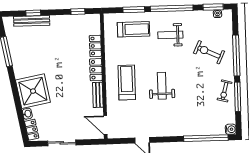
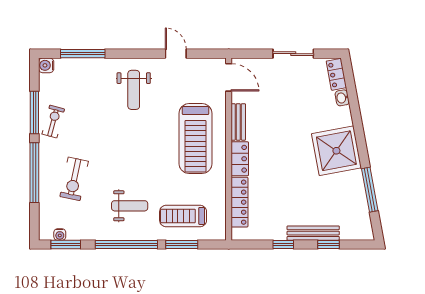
window: (78, 11) -> (283, 245), moved
bench: (32, 21) -> (313, 233), moved
locker: (95, 46) -> (240, 202), width x1.53
exercise bike: (209, 52) -> (74, 179), turned 77
treadmill: (127, 83) -> (196, 139), width x1.37, depth x1.38
weight bench: (162, 86) -> (134, 90), moved
shower: (33, 91) -> (336, 151), moved
window: (206, 138) -> (83, 54), width x0.68

